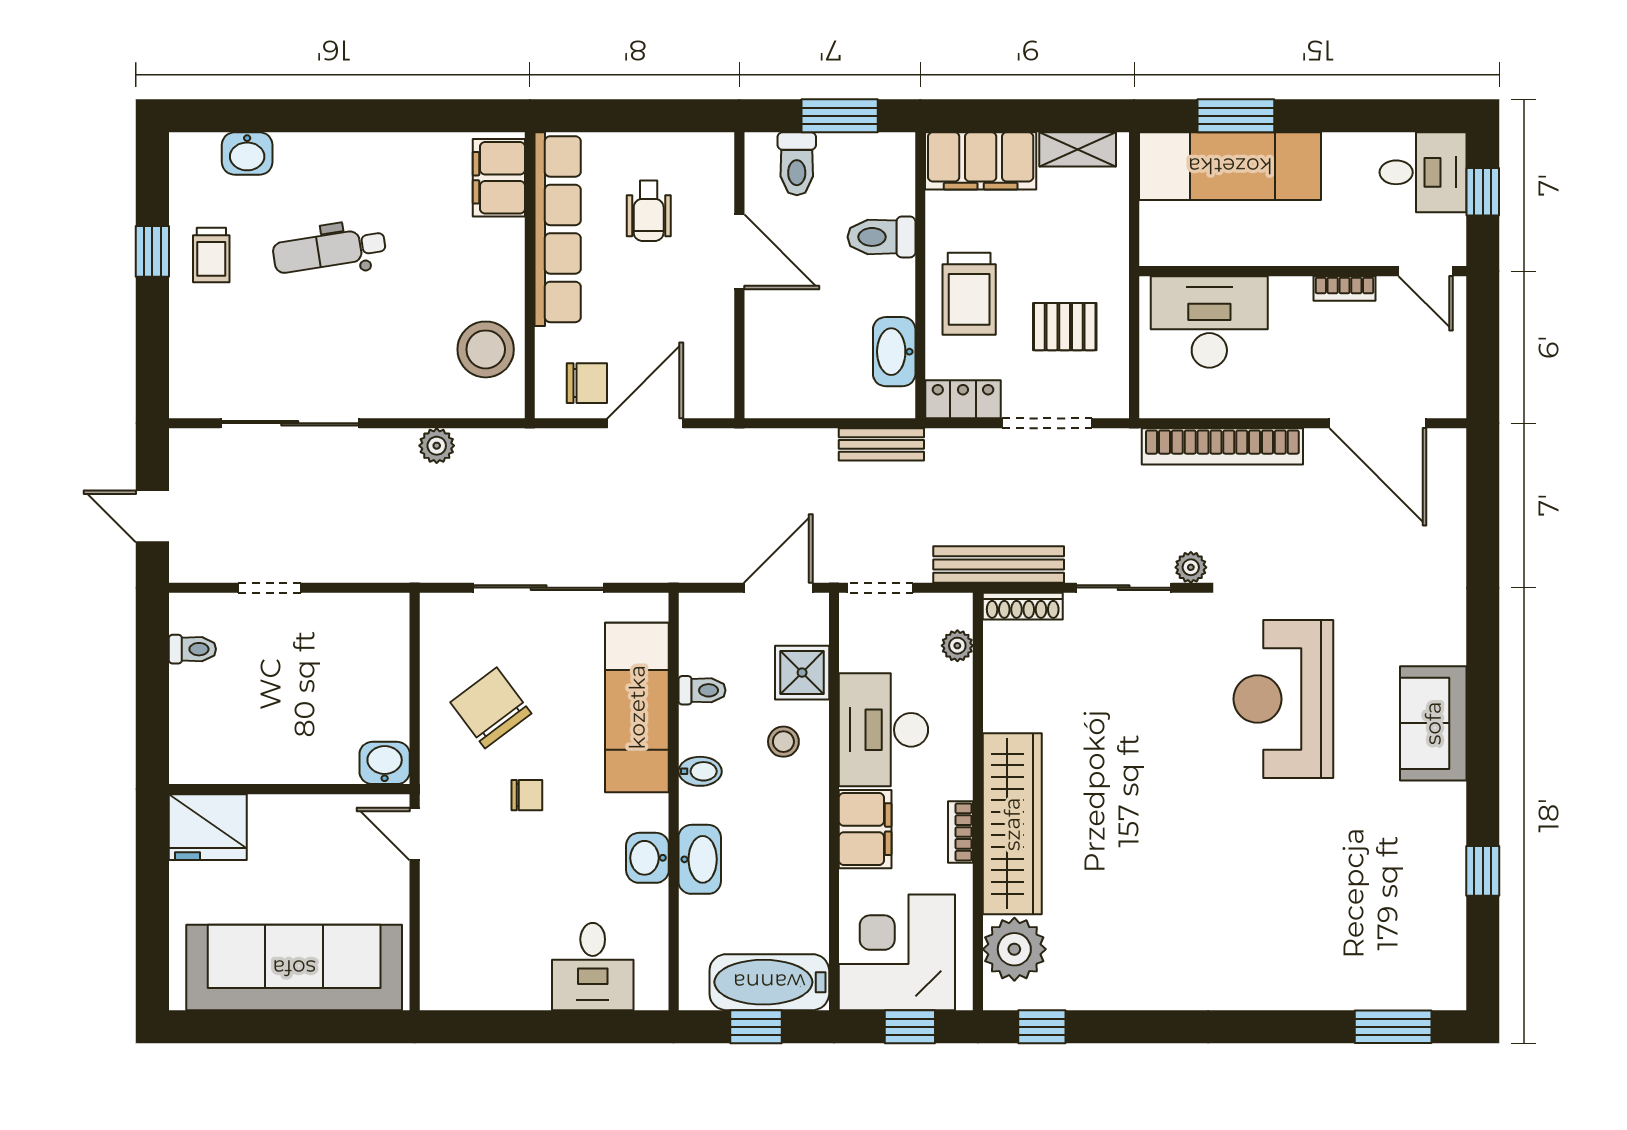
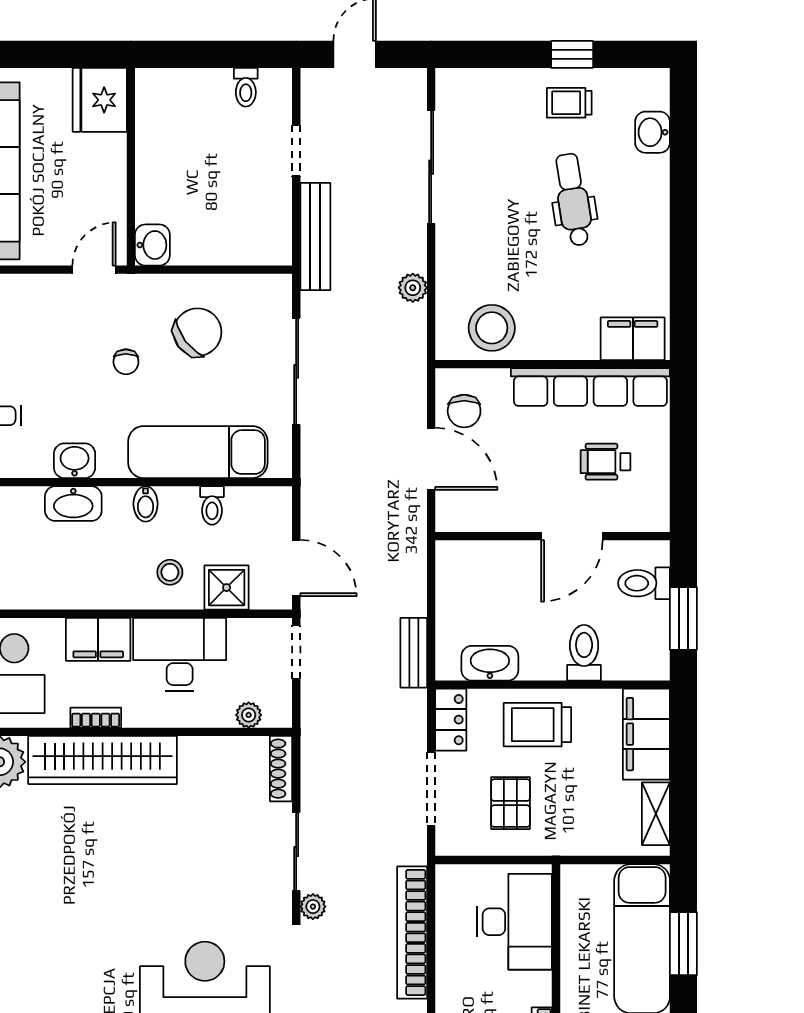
bench: (999, 564) -> (315, 236), moved

